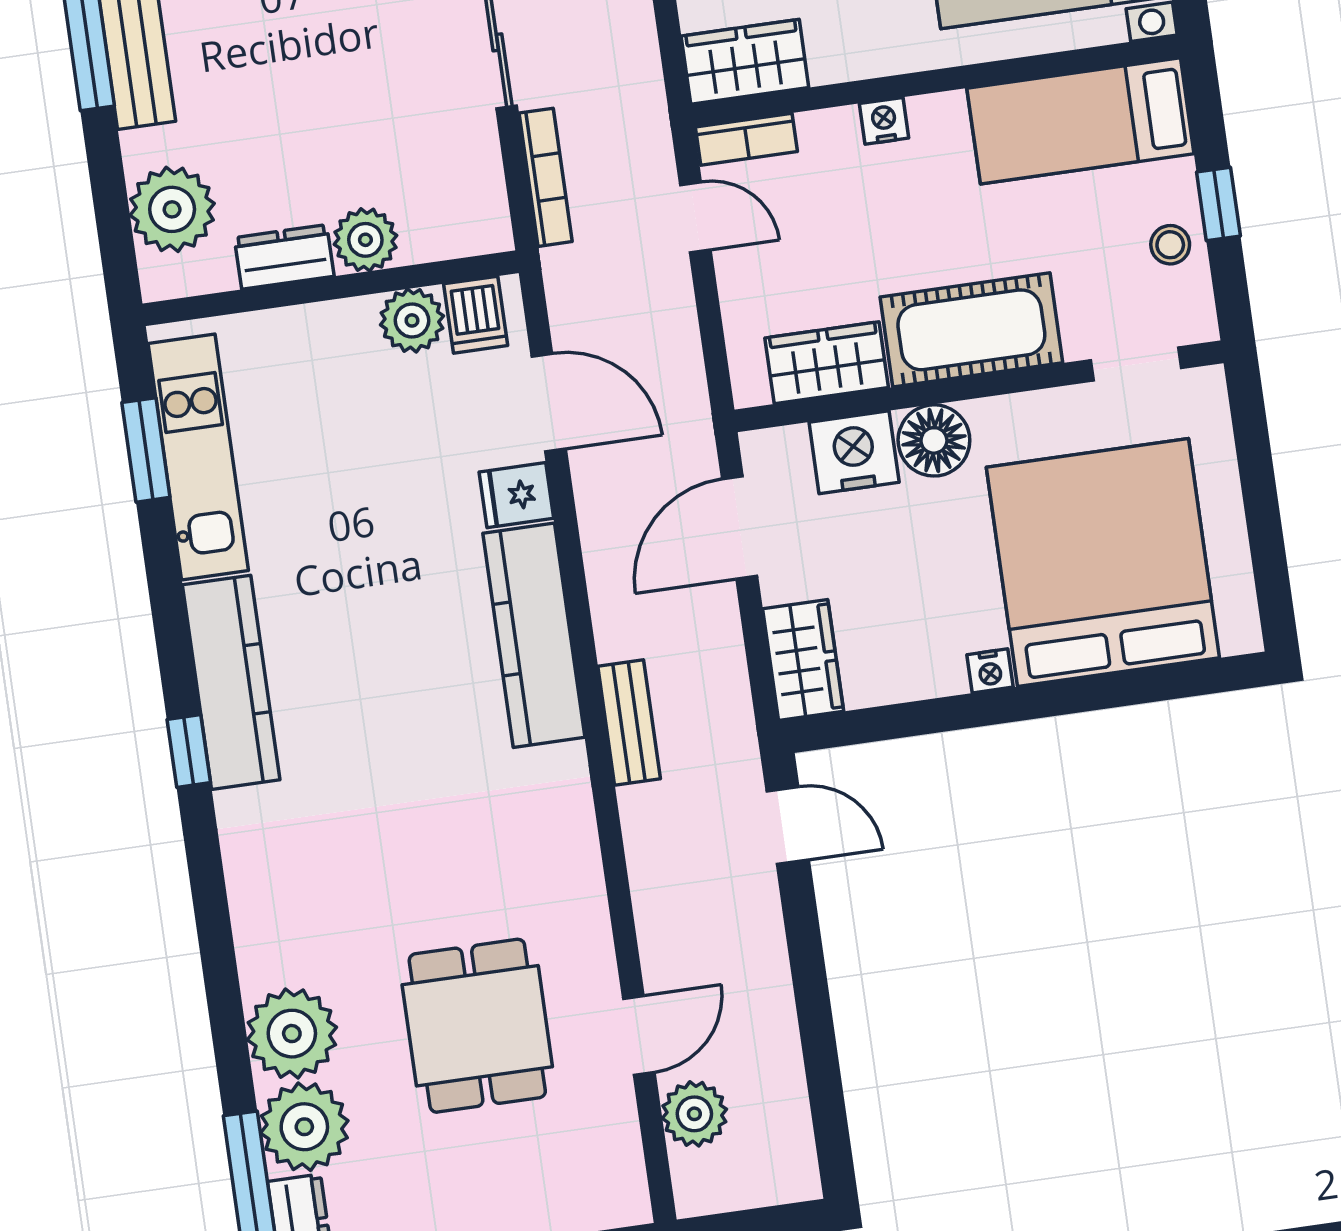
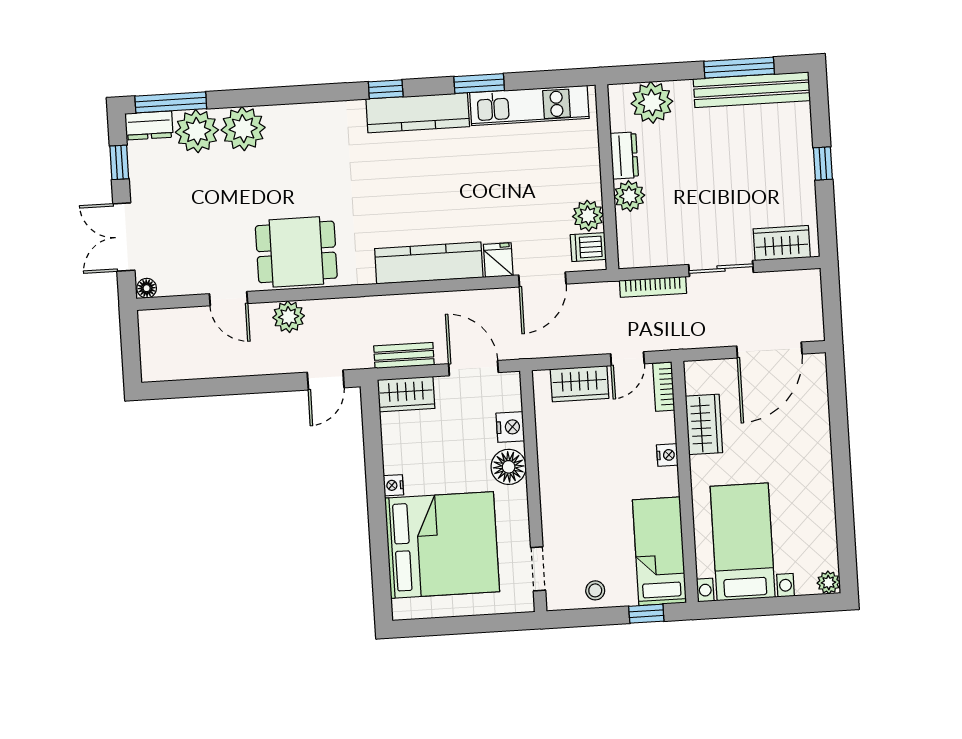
wardrobe: (745, 62) -> (704, 424), moved
window: (1218, 204) -> (646, 614), moved
cot: (971, 330) -> (561, 490), removed
wardrobe: (827, 363) -> (580, 384), moved, turned 90
window: (146, 450) -> (479, 84), moved
nightstand: (854, 452) -> (510, 427), width x0.74, depth x0.75
bench: (629, 723) -> (404, 355), moved
dining table: (477, 1026) -> (296, 252), moved
plant: (694, 1114) -> (289, 317), moved
floor lamp: (631, 1203) -> (147, 288), added

